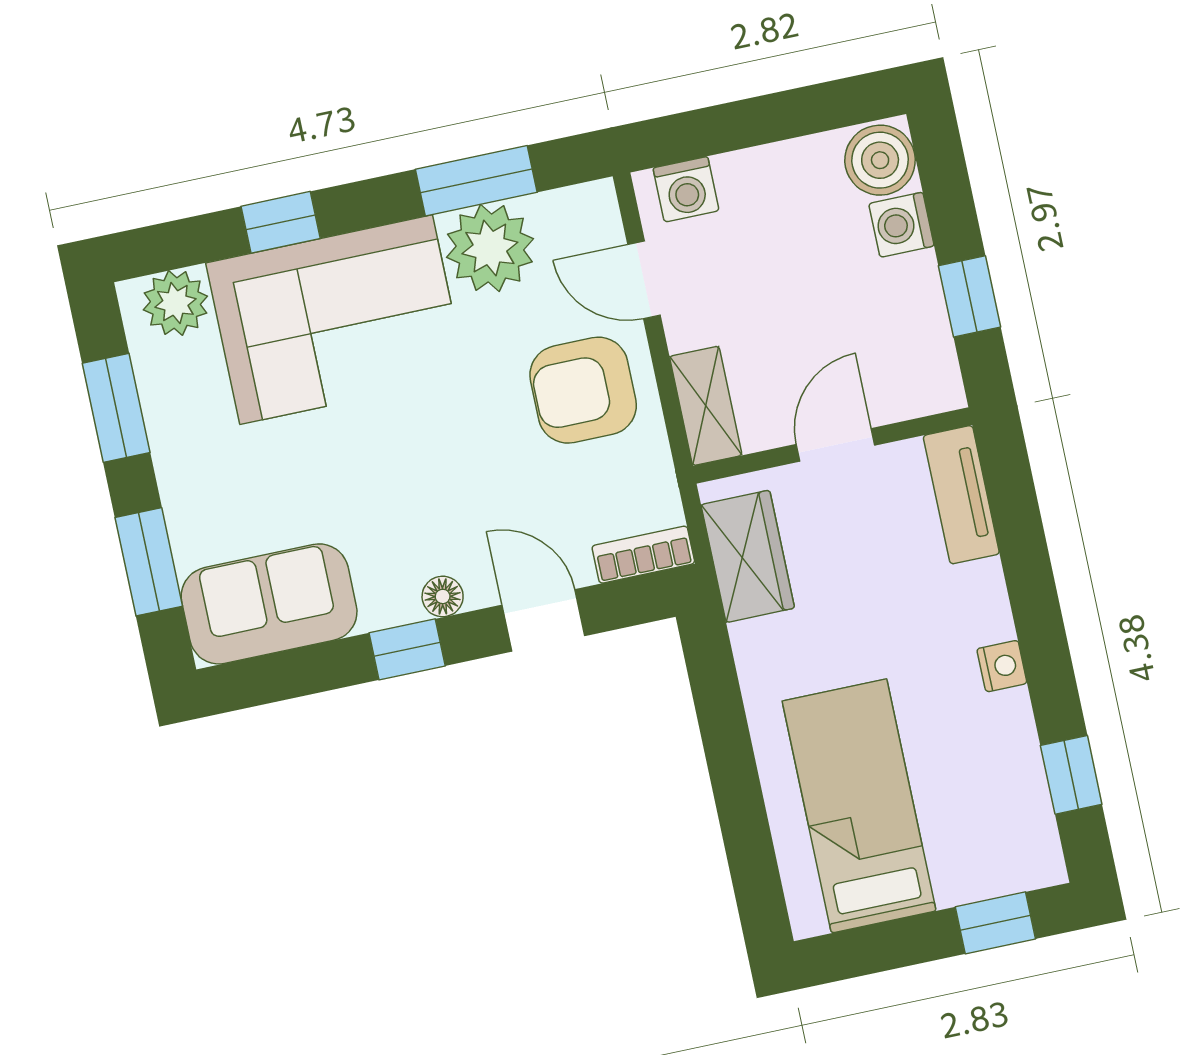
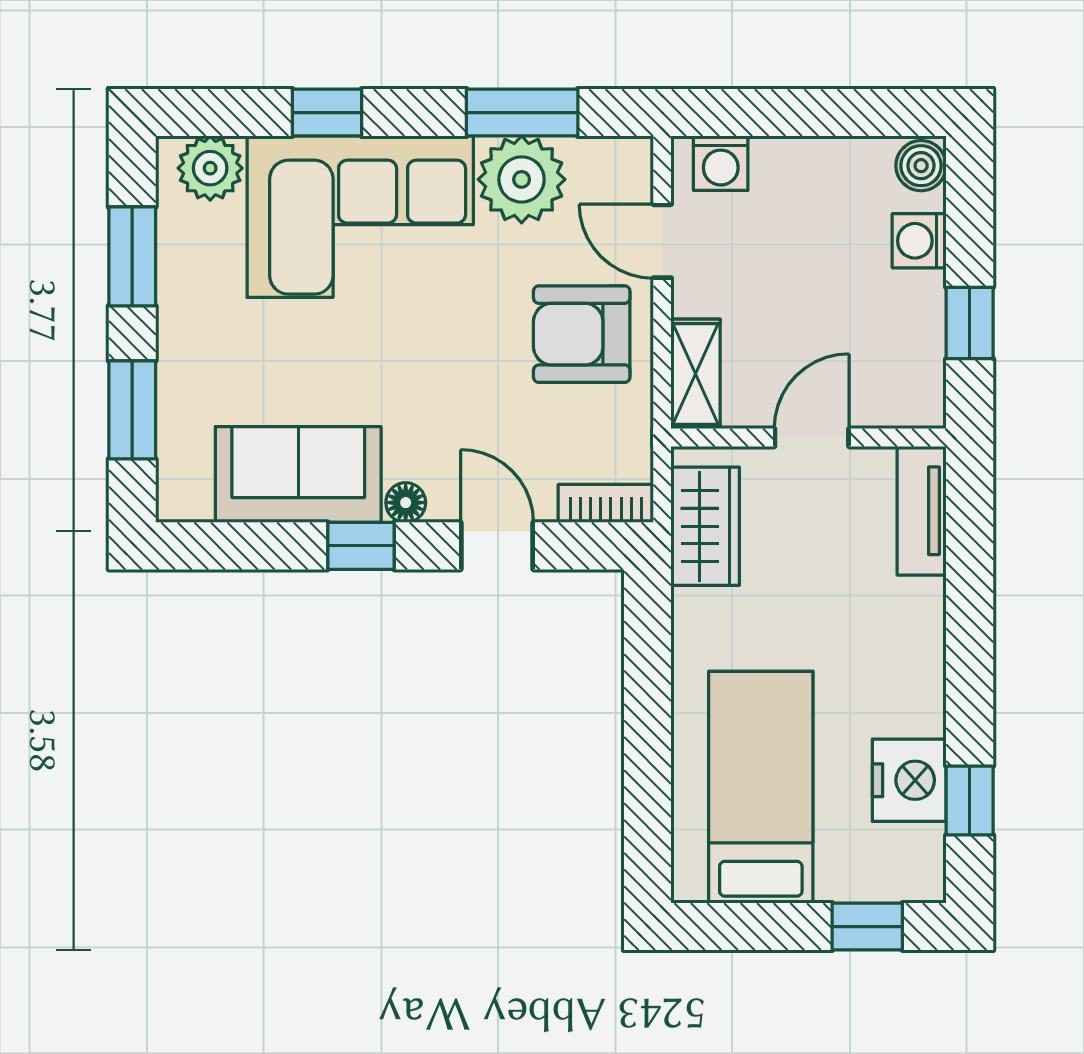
boiler: (880, 160) -> (921, 166), width x0.73, depth x0.73
sofa: (269, 604) -> (298, 475), moved
nightstand: (1002, 666) -> (909, 780), moved, width x1.89, depth x1.79

